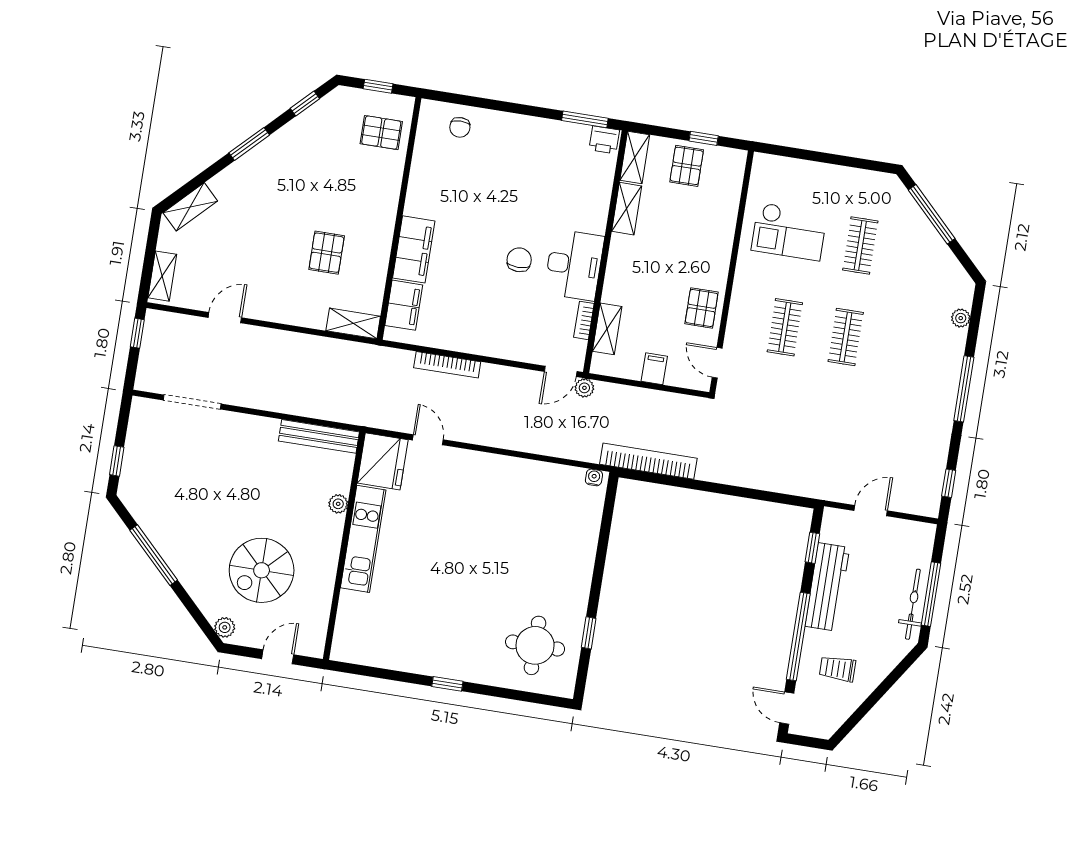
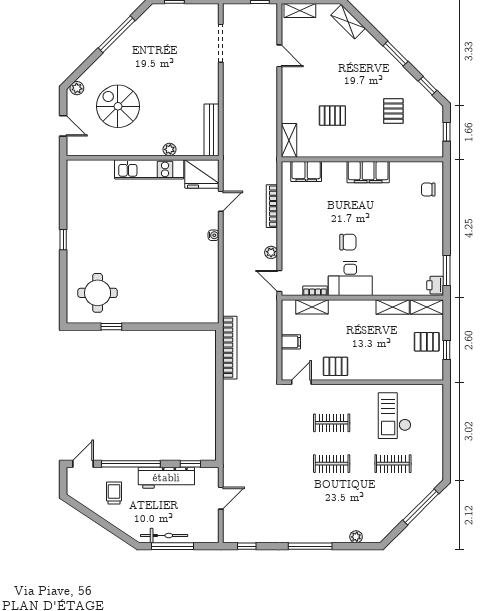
pallet: (381, 133) -> (393, 111), moved
filing cabinet: (414, 249) -> (368, 172), moved
plant: (584, 388) -> (271, 252), moved
water cooler: (594, 477) -> (213, 235), moved
door: (871, 511) -> (221, 498), hinge flipped

